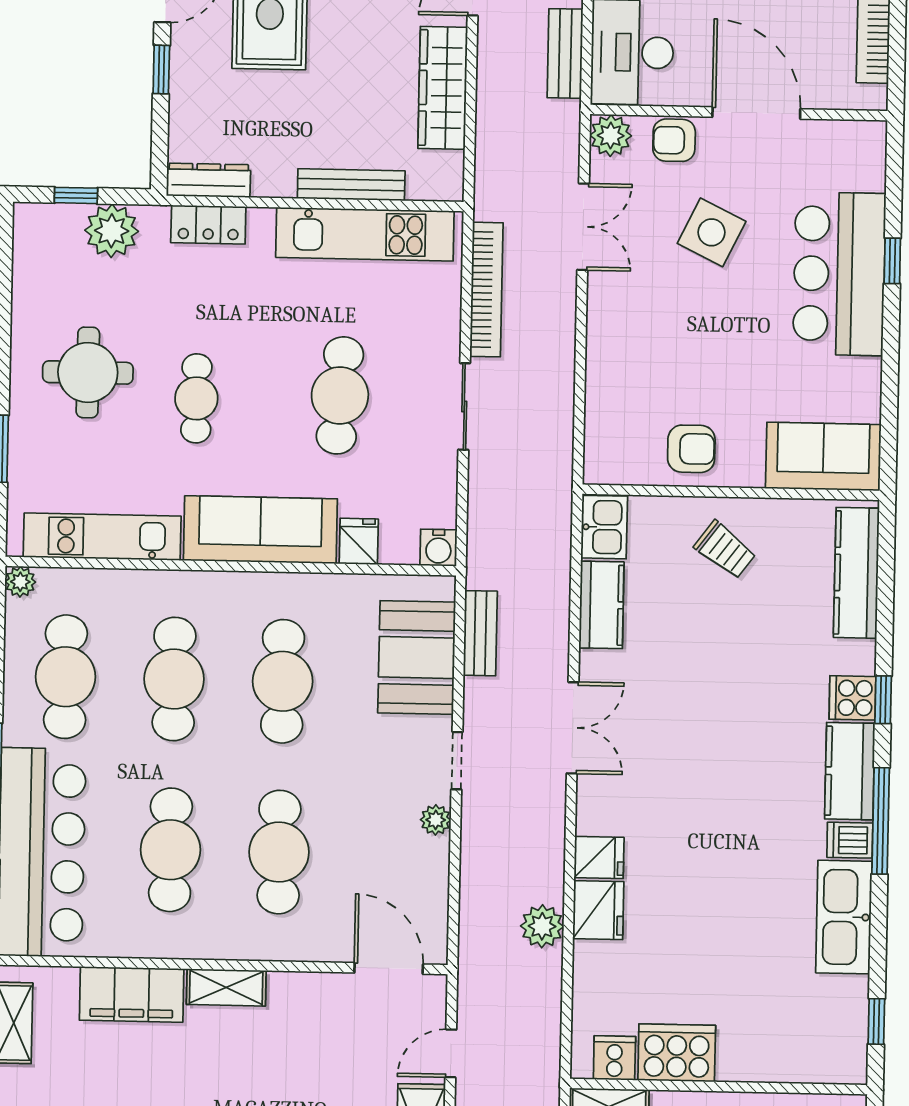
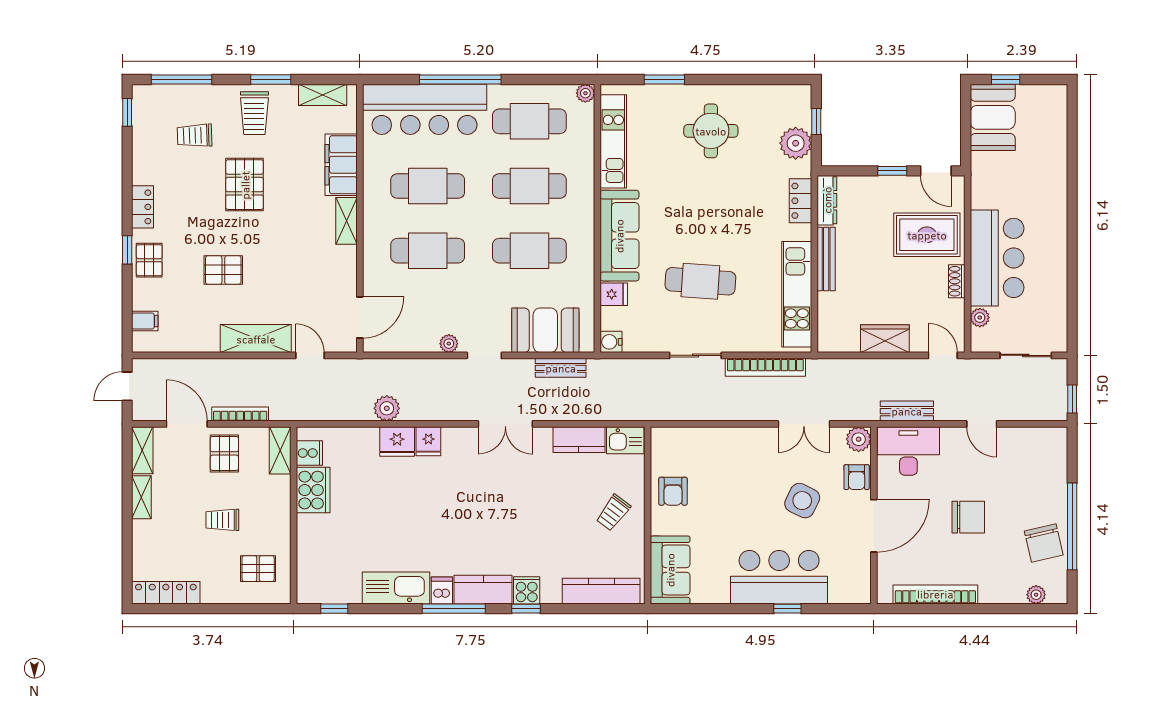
wardrobe: (443, 88) -> (885, 339), width x0.67
armchair: (674, 140) -> (857, 477), turned 180
bench: (351, 185) -> (826, 259), moved
cafe table: (196, 398) -> (697, 196), removed

